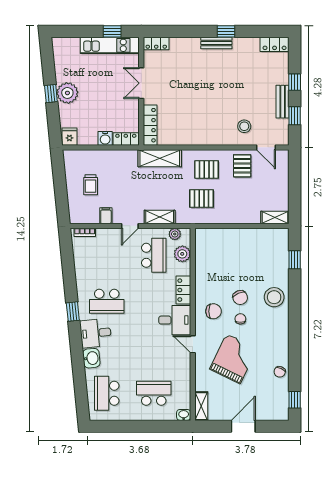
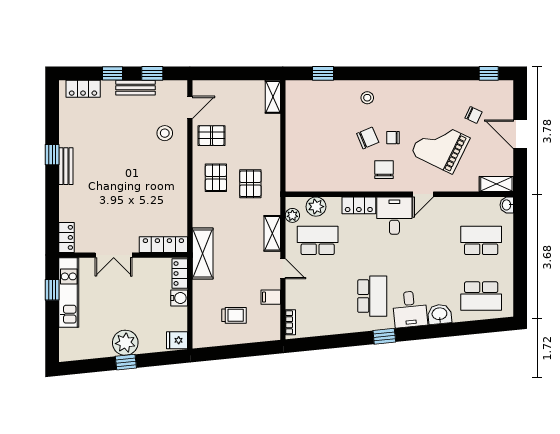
locker: (275, 44) -> (83, 89), moved, turned 90
shelving: (160, 158) -> (203, 253), moved
stool: (274, 297) -> (367, 98), width x0.53, depth x0.53
chair: (280, 372) -> (474, 115), moved
school desk: (154, 393) -> (481, 240), turned 90

